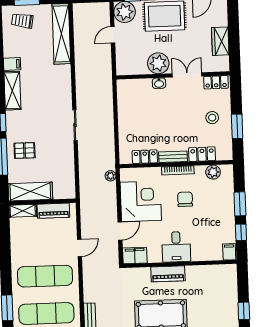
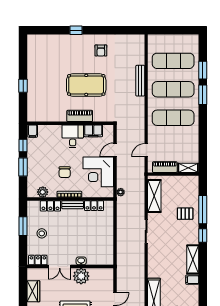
shelving: (30, 192) -> (154, 196), moved, turned 90
door: (79, 248) -> (146, 150), moved
filing cabinet: (135, 255) -> (93, 131), moved

